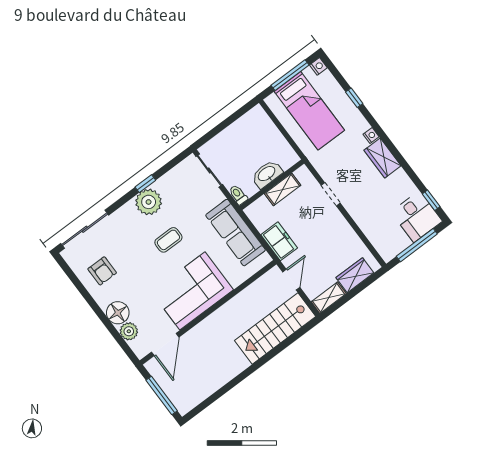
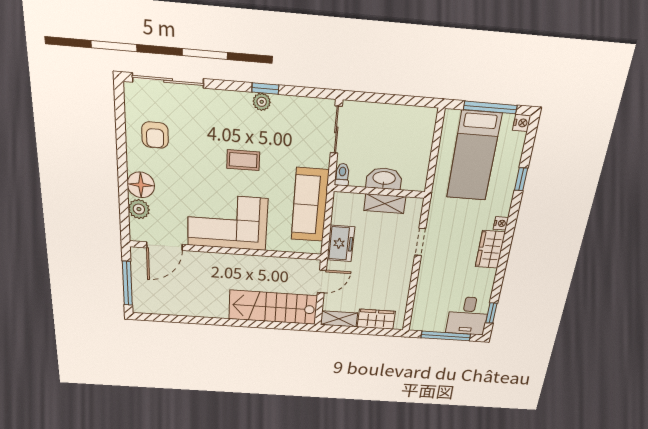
plant: (149, 202) -> (262, 102), width x0.53, depth x0.53

